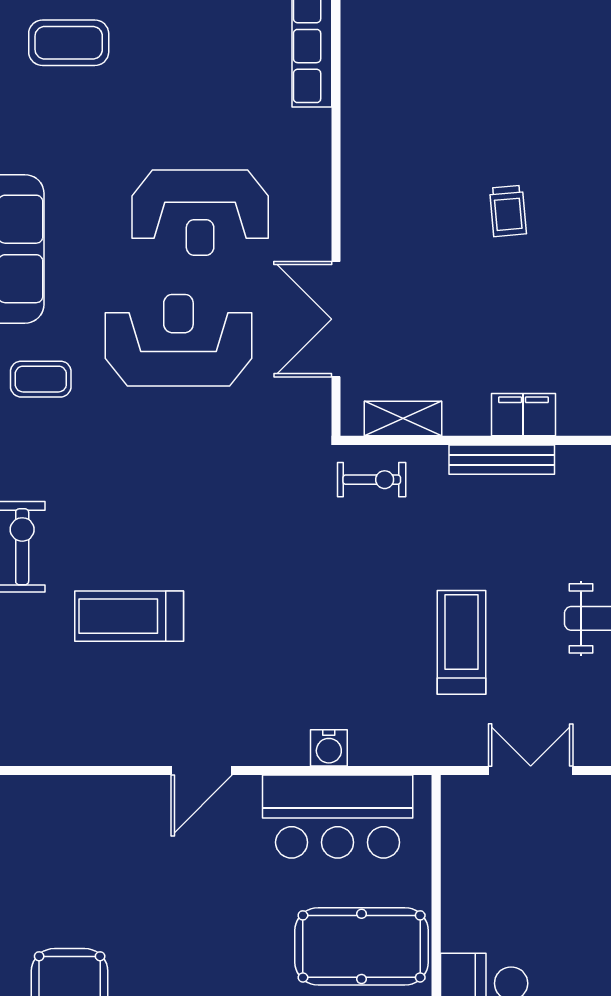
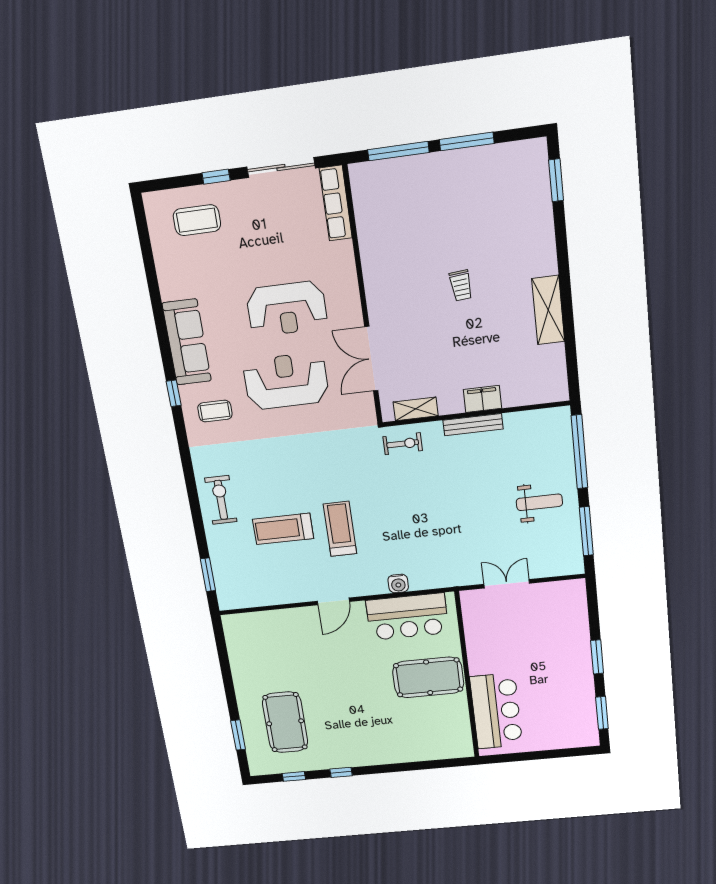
treadmill: (462, 642) -> (340, 529), moved

